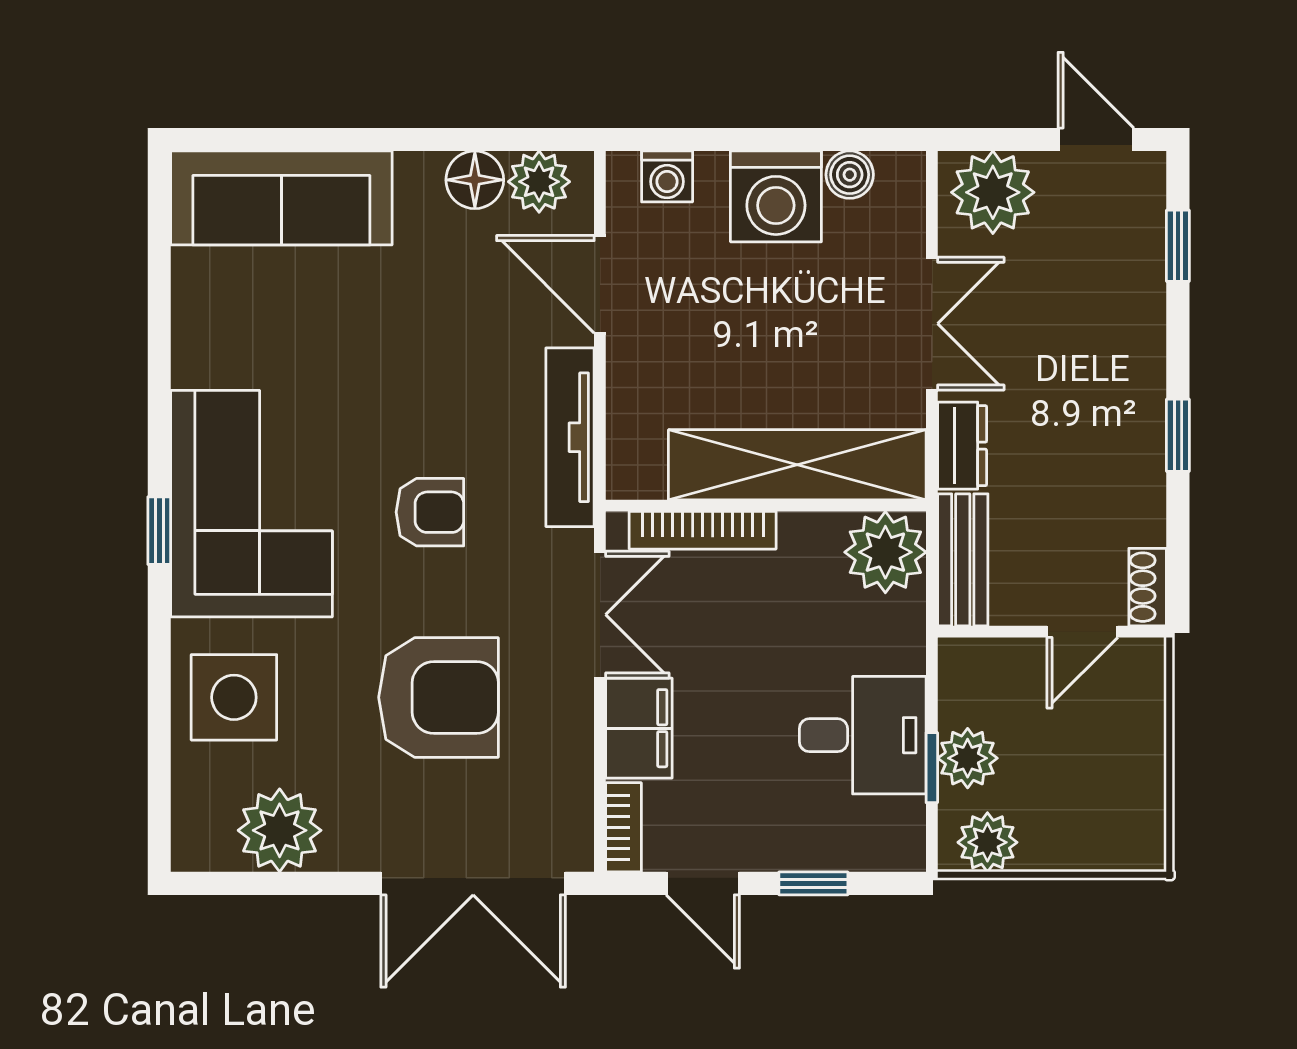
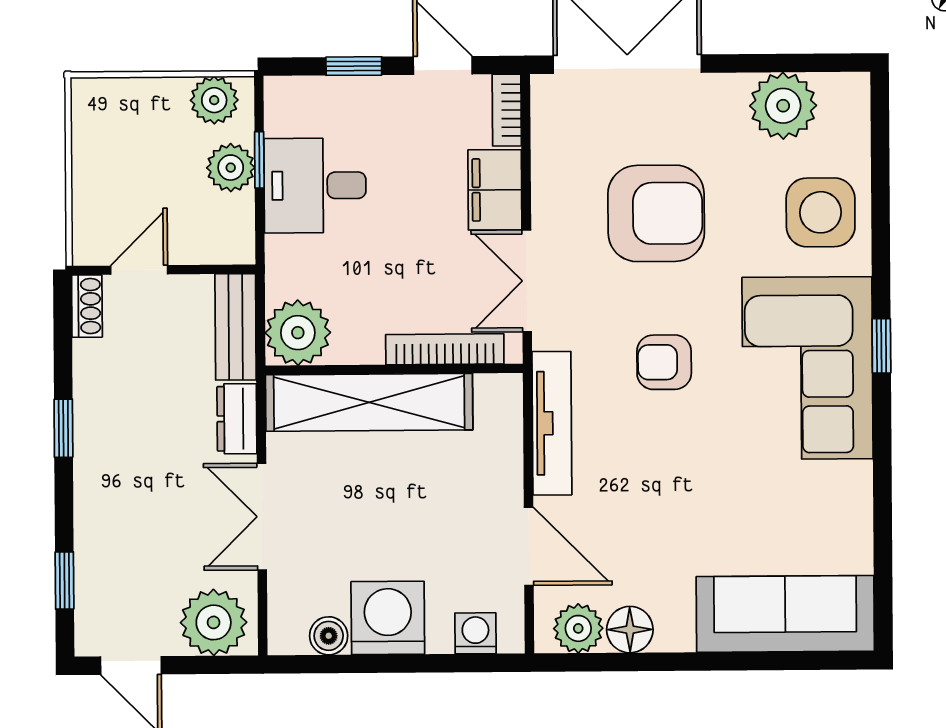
armchair: (439, 697) -> (656, 213), turned 180

